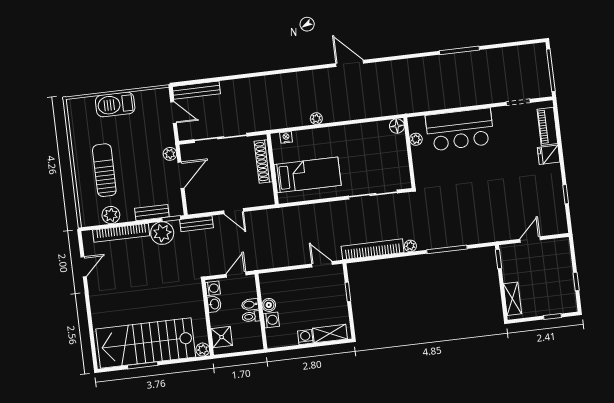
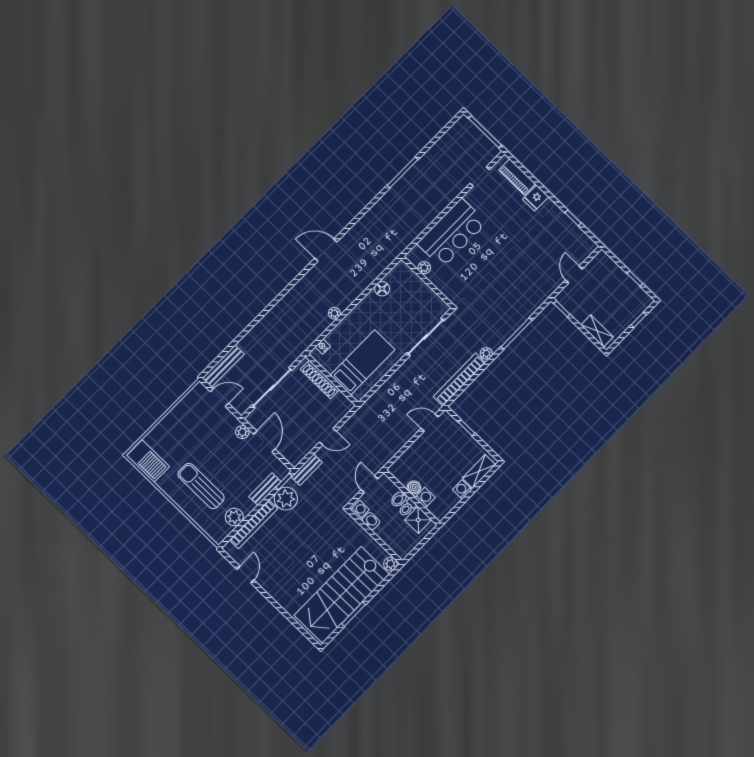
barbecue: (115, 104) -> (148, 461), moved, turned -90
floor lamp: (397, 126) -> (382, 289), moved
shower: (222, 337) -> (418, 520), moved

